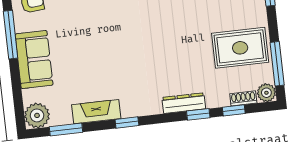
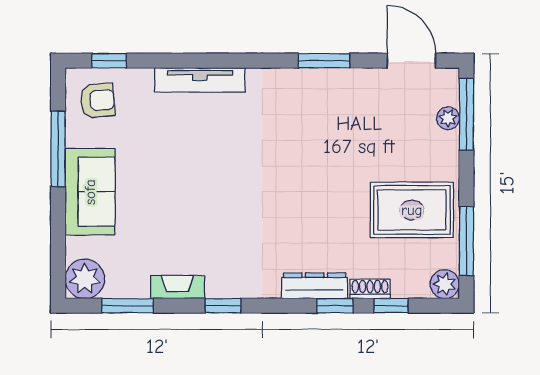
shoe rack: (243, 98) -> (370, 289), moved
fireplace: (96, 112) -> (178, 287), width x0.73, depth x0.76

